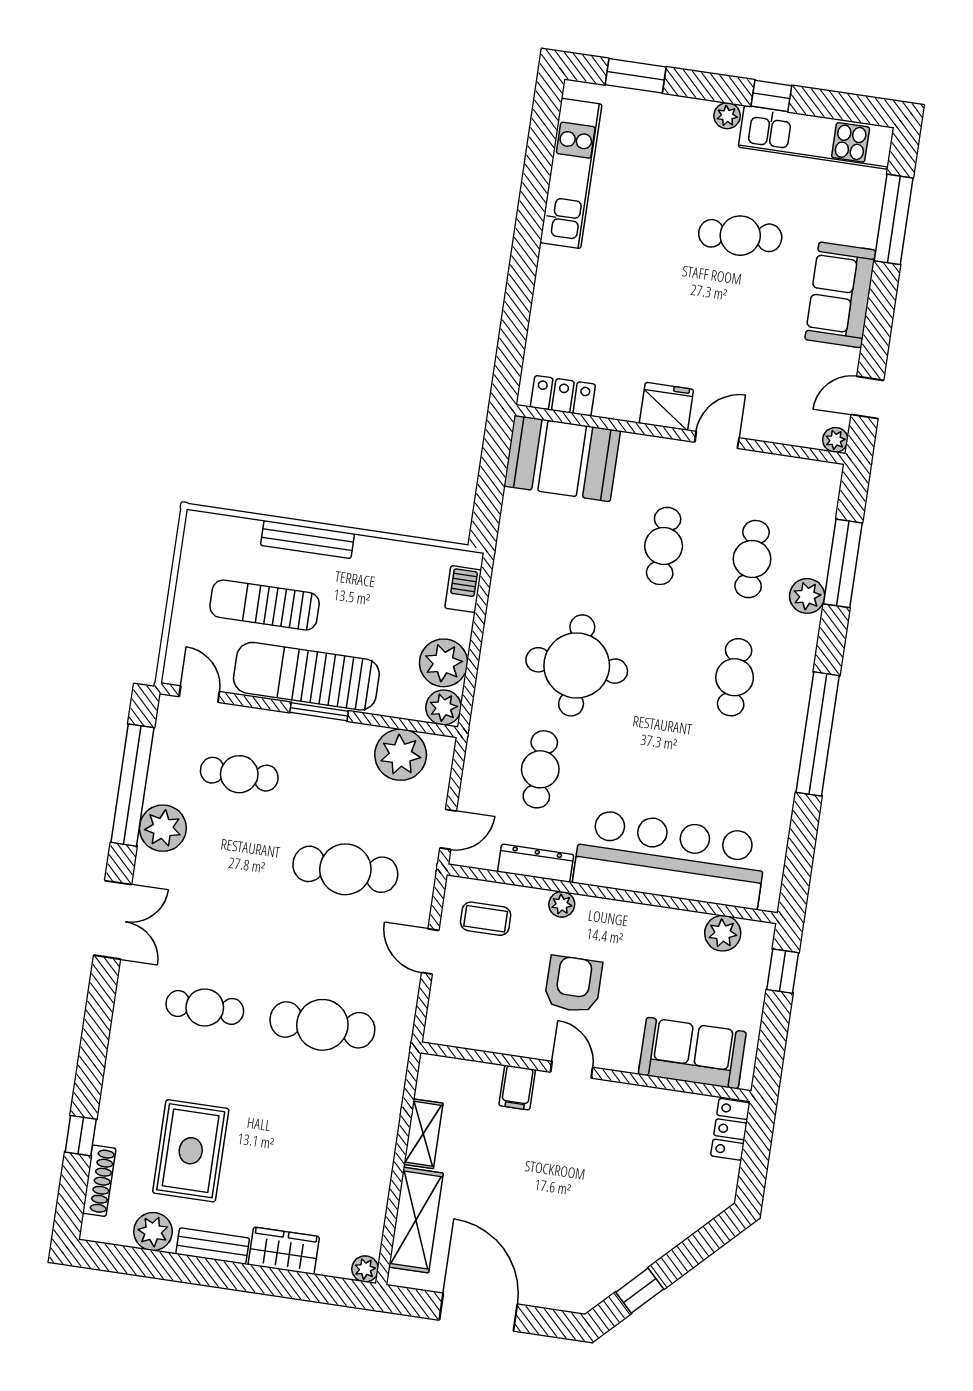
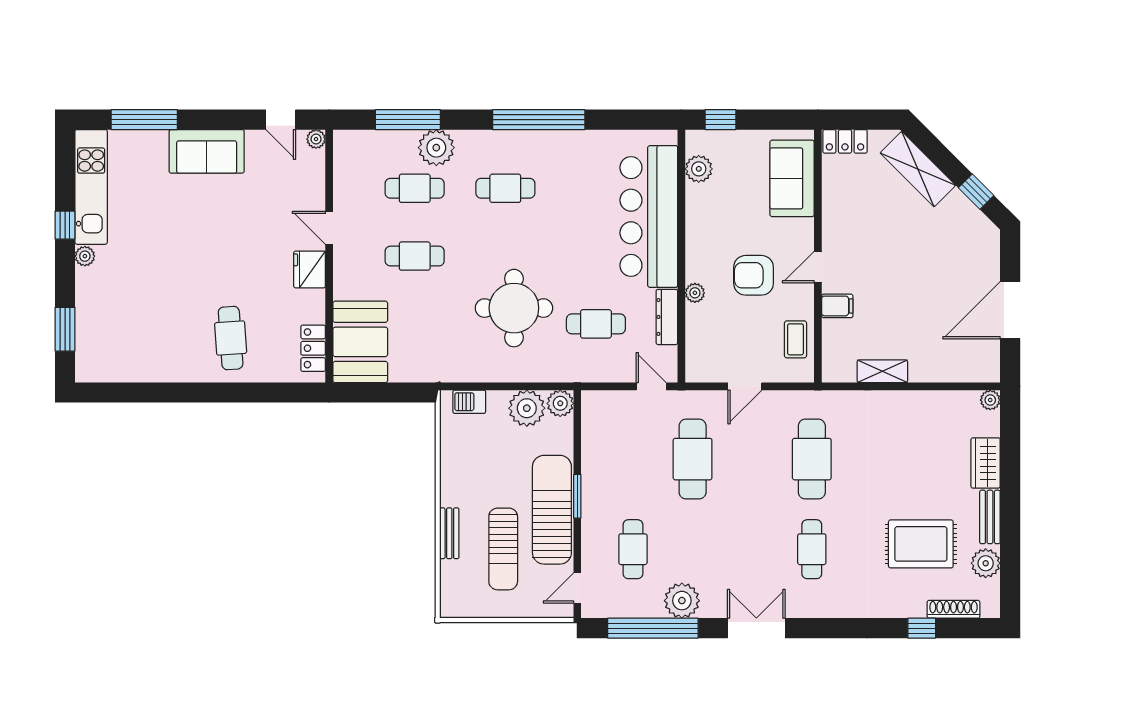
kitchen unit: (571, 173) -> (145, 367), removed
cafe table: (740, 236) -> (231, 338), moved
bench: (307, 539) -> (449, 533), width x0.73
plant: (807, 596) -> (436, 148), width x1.36, depth x1.36
sun lounger: (306, 676) -> (552, 510), turned 180
plant: (401, 755) -> (600, 430), removed
coffee table: (486, 919) -> (795, 339), moved
shelving: (416, 1220) -> (918, 169), moved, turned 45

